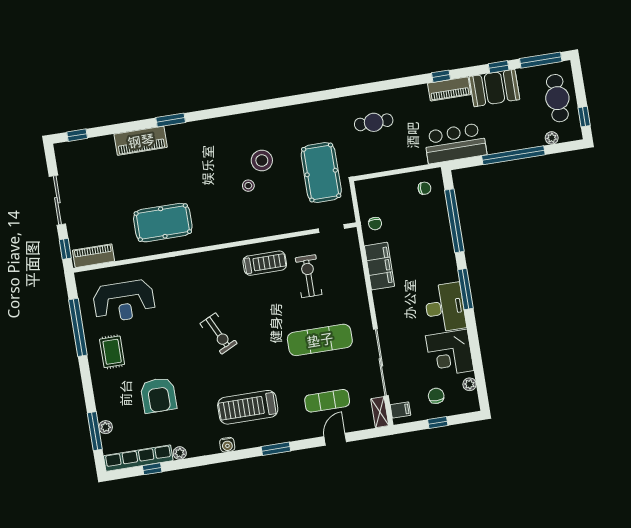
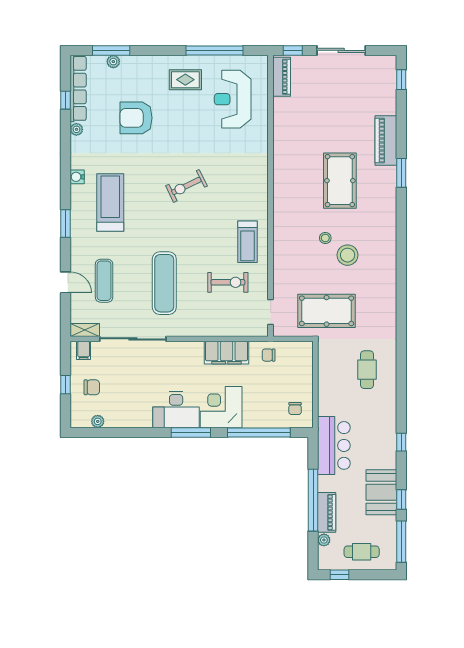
piano: (449, 89) -> (327, 512), moved, turned 180
cafe table: (557, 98) -> (362, 552), width x0.73, depth x0.74
pool table: (163, 223) -> (340, 181), moved
corner desk: (450, 353) -> (221, 407), moved

